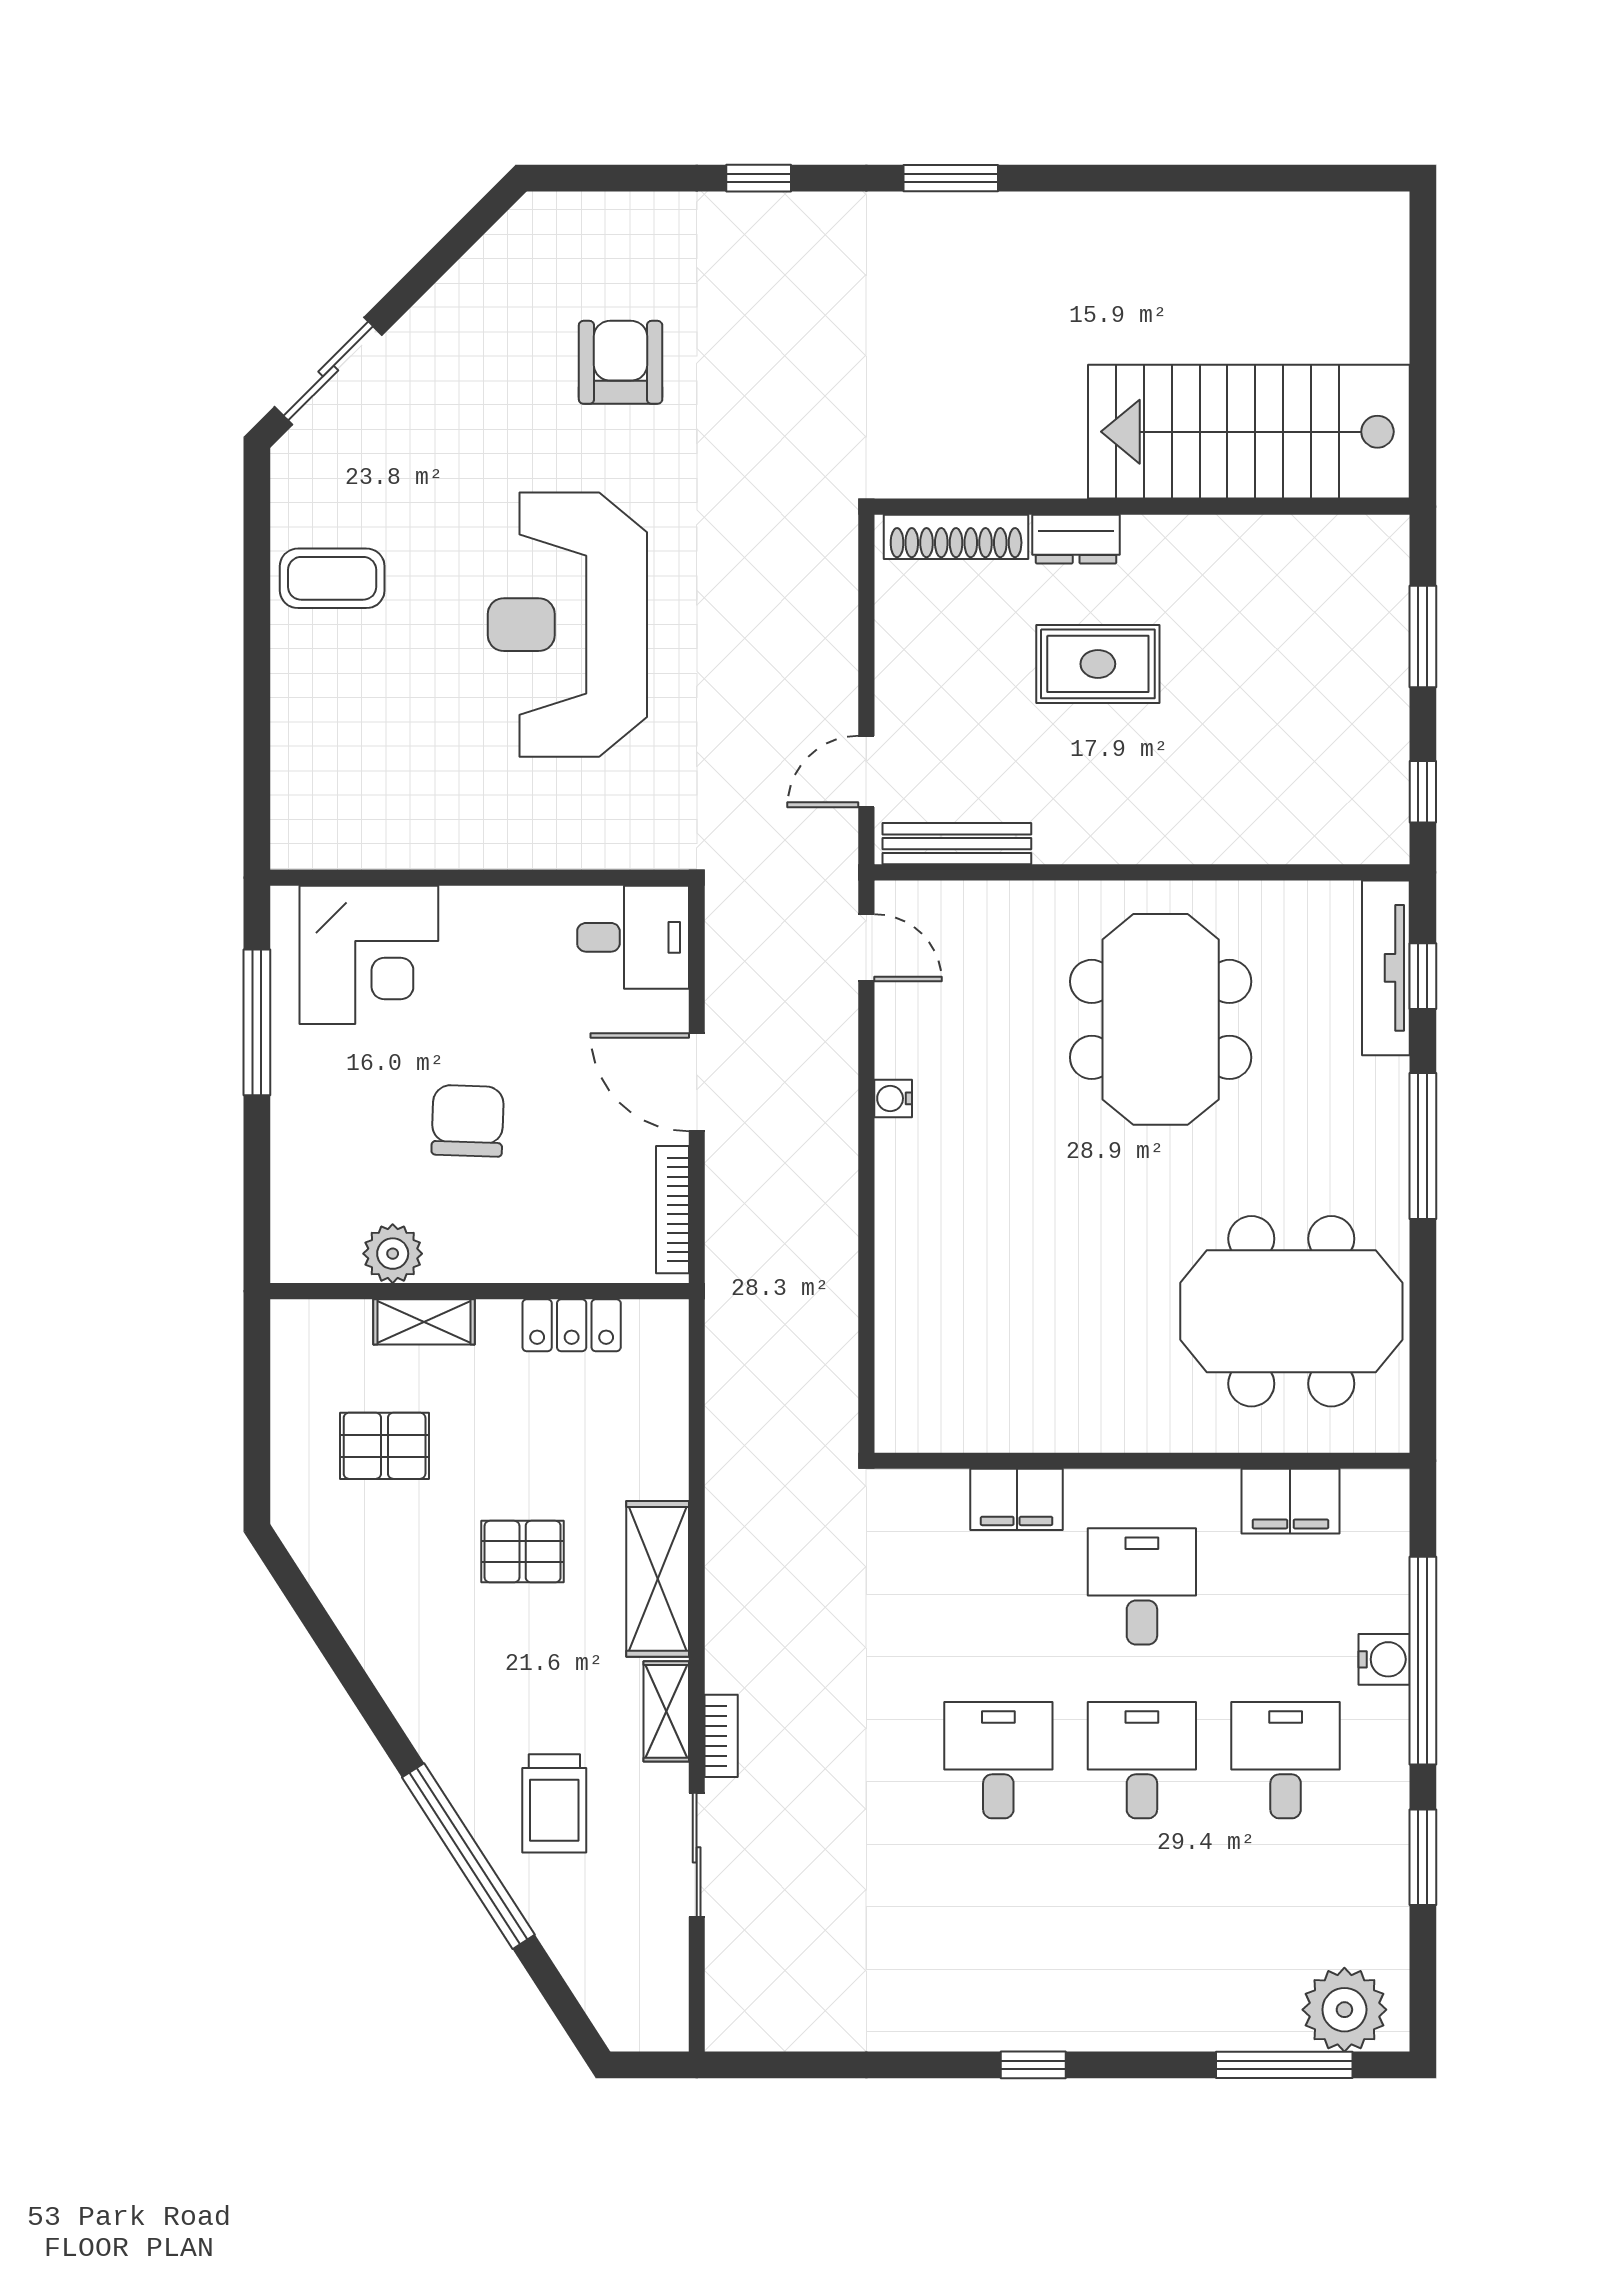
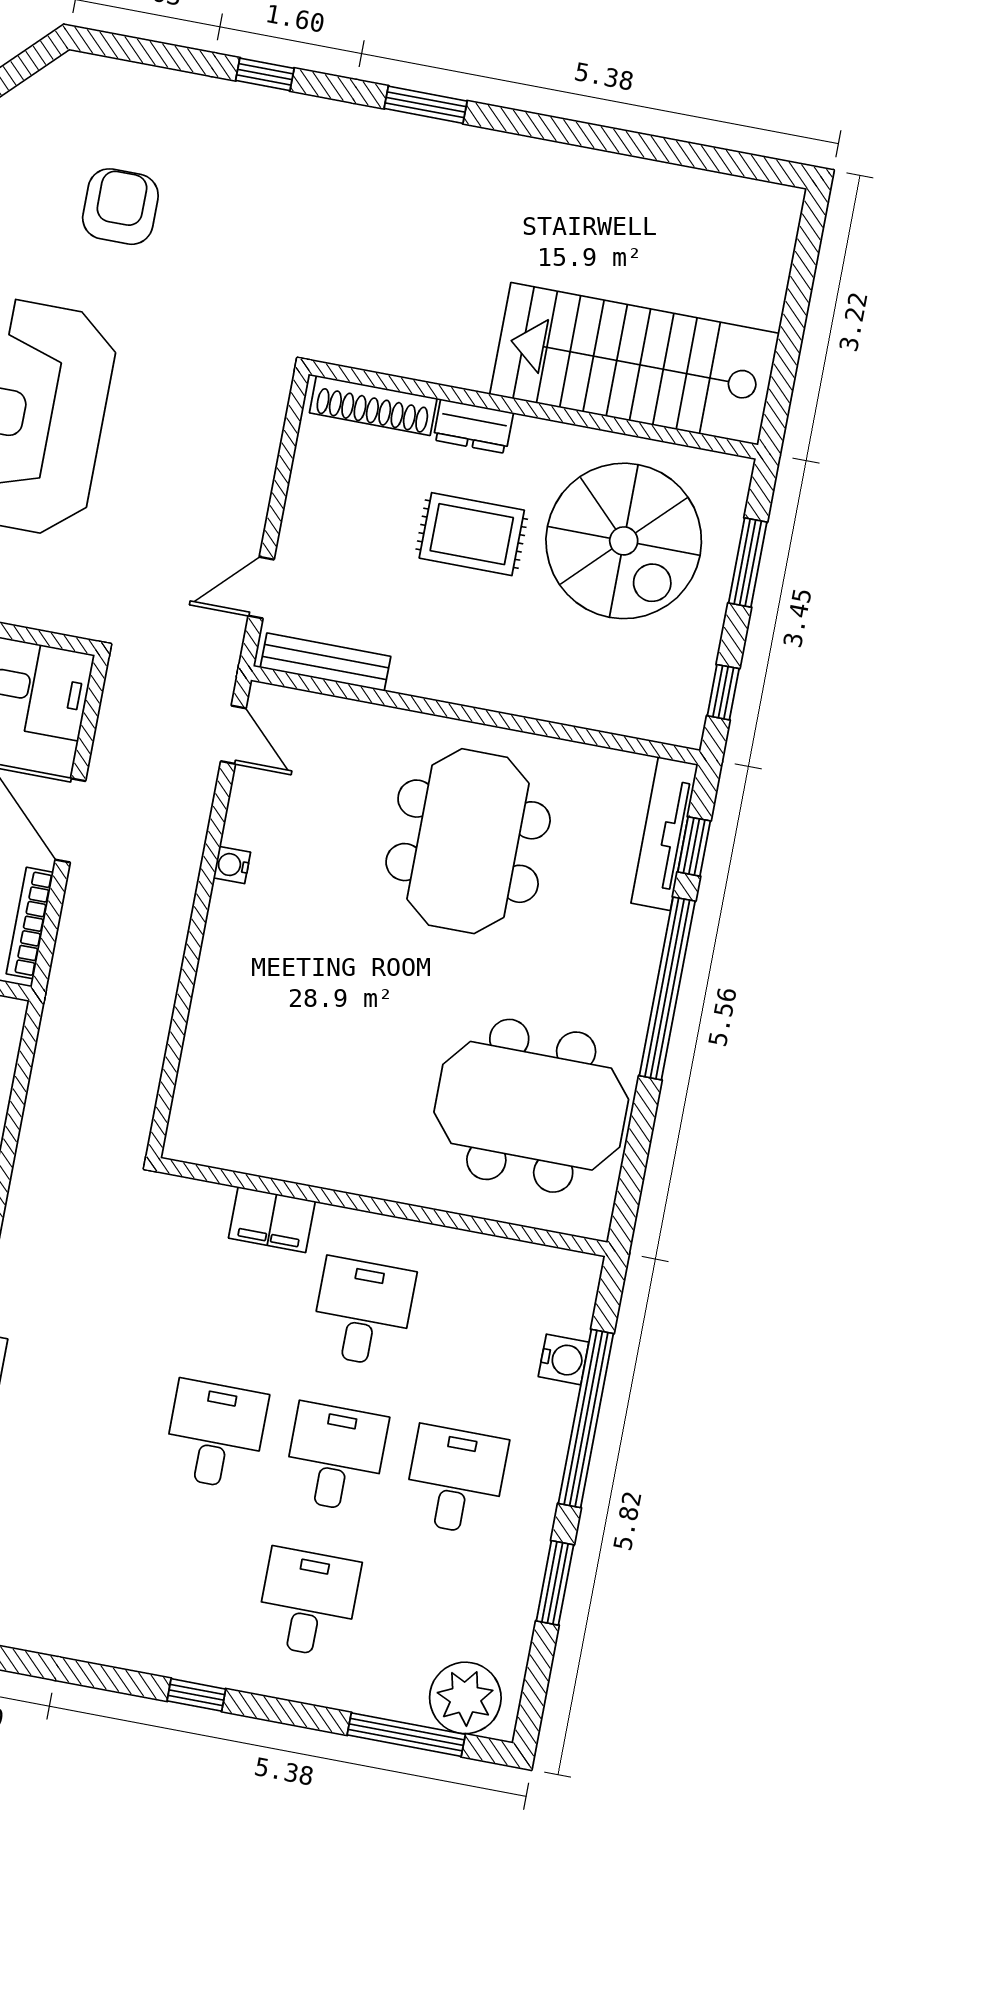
spiral stairs: (1275, 639) -> (624, 541), added
window: (1423, 1146) -> (667, 988), width x1.46
filing cabinet: (1290, 1501) -> (501, 1264), removed
water cooler: (1384, 1659) -> (564, 1359), moved
desk: (1142, 1934) -> (308, 1603), added

